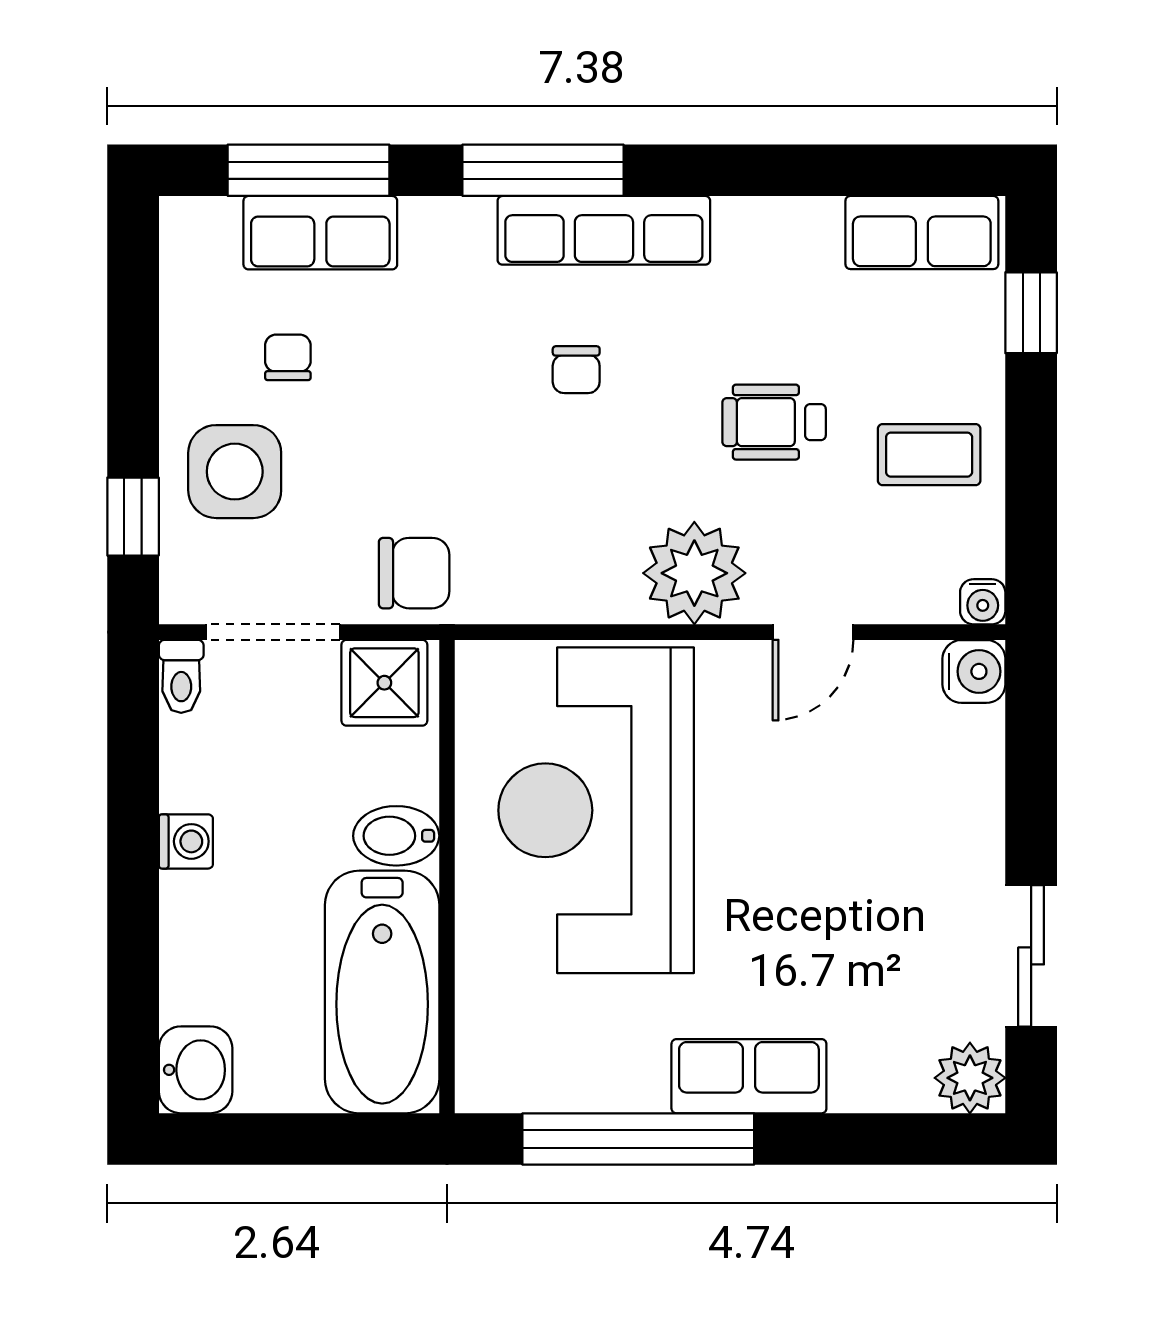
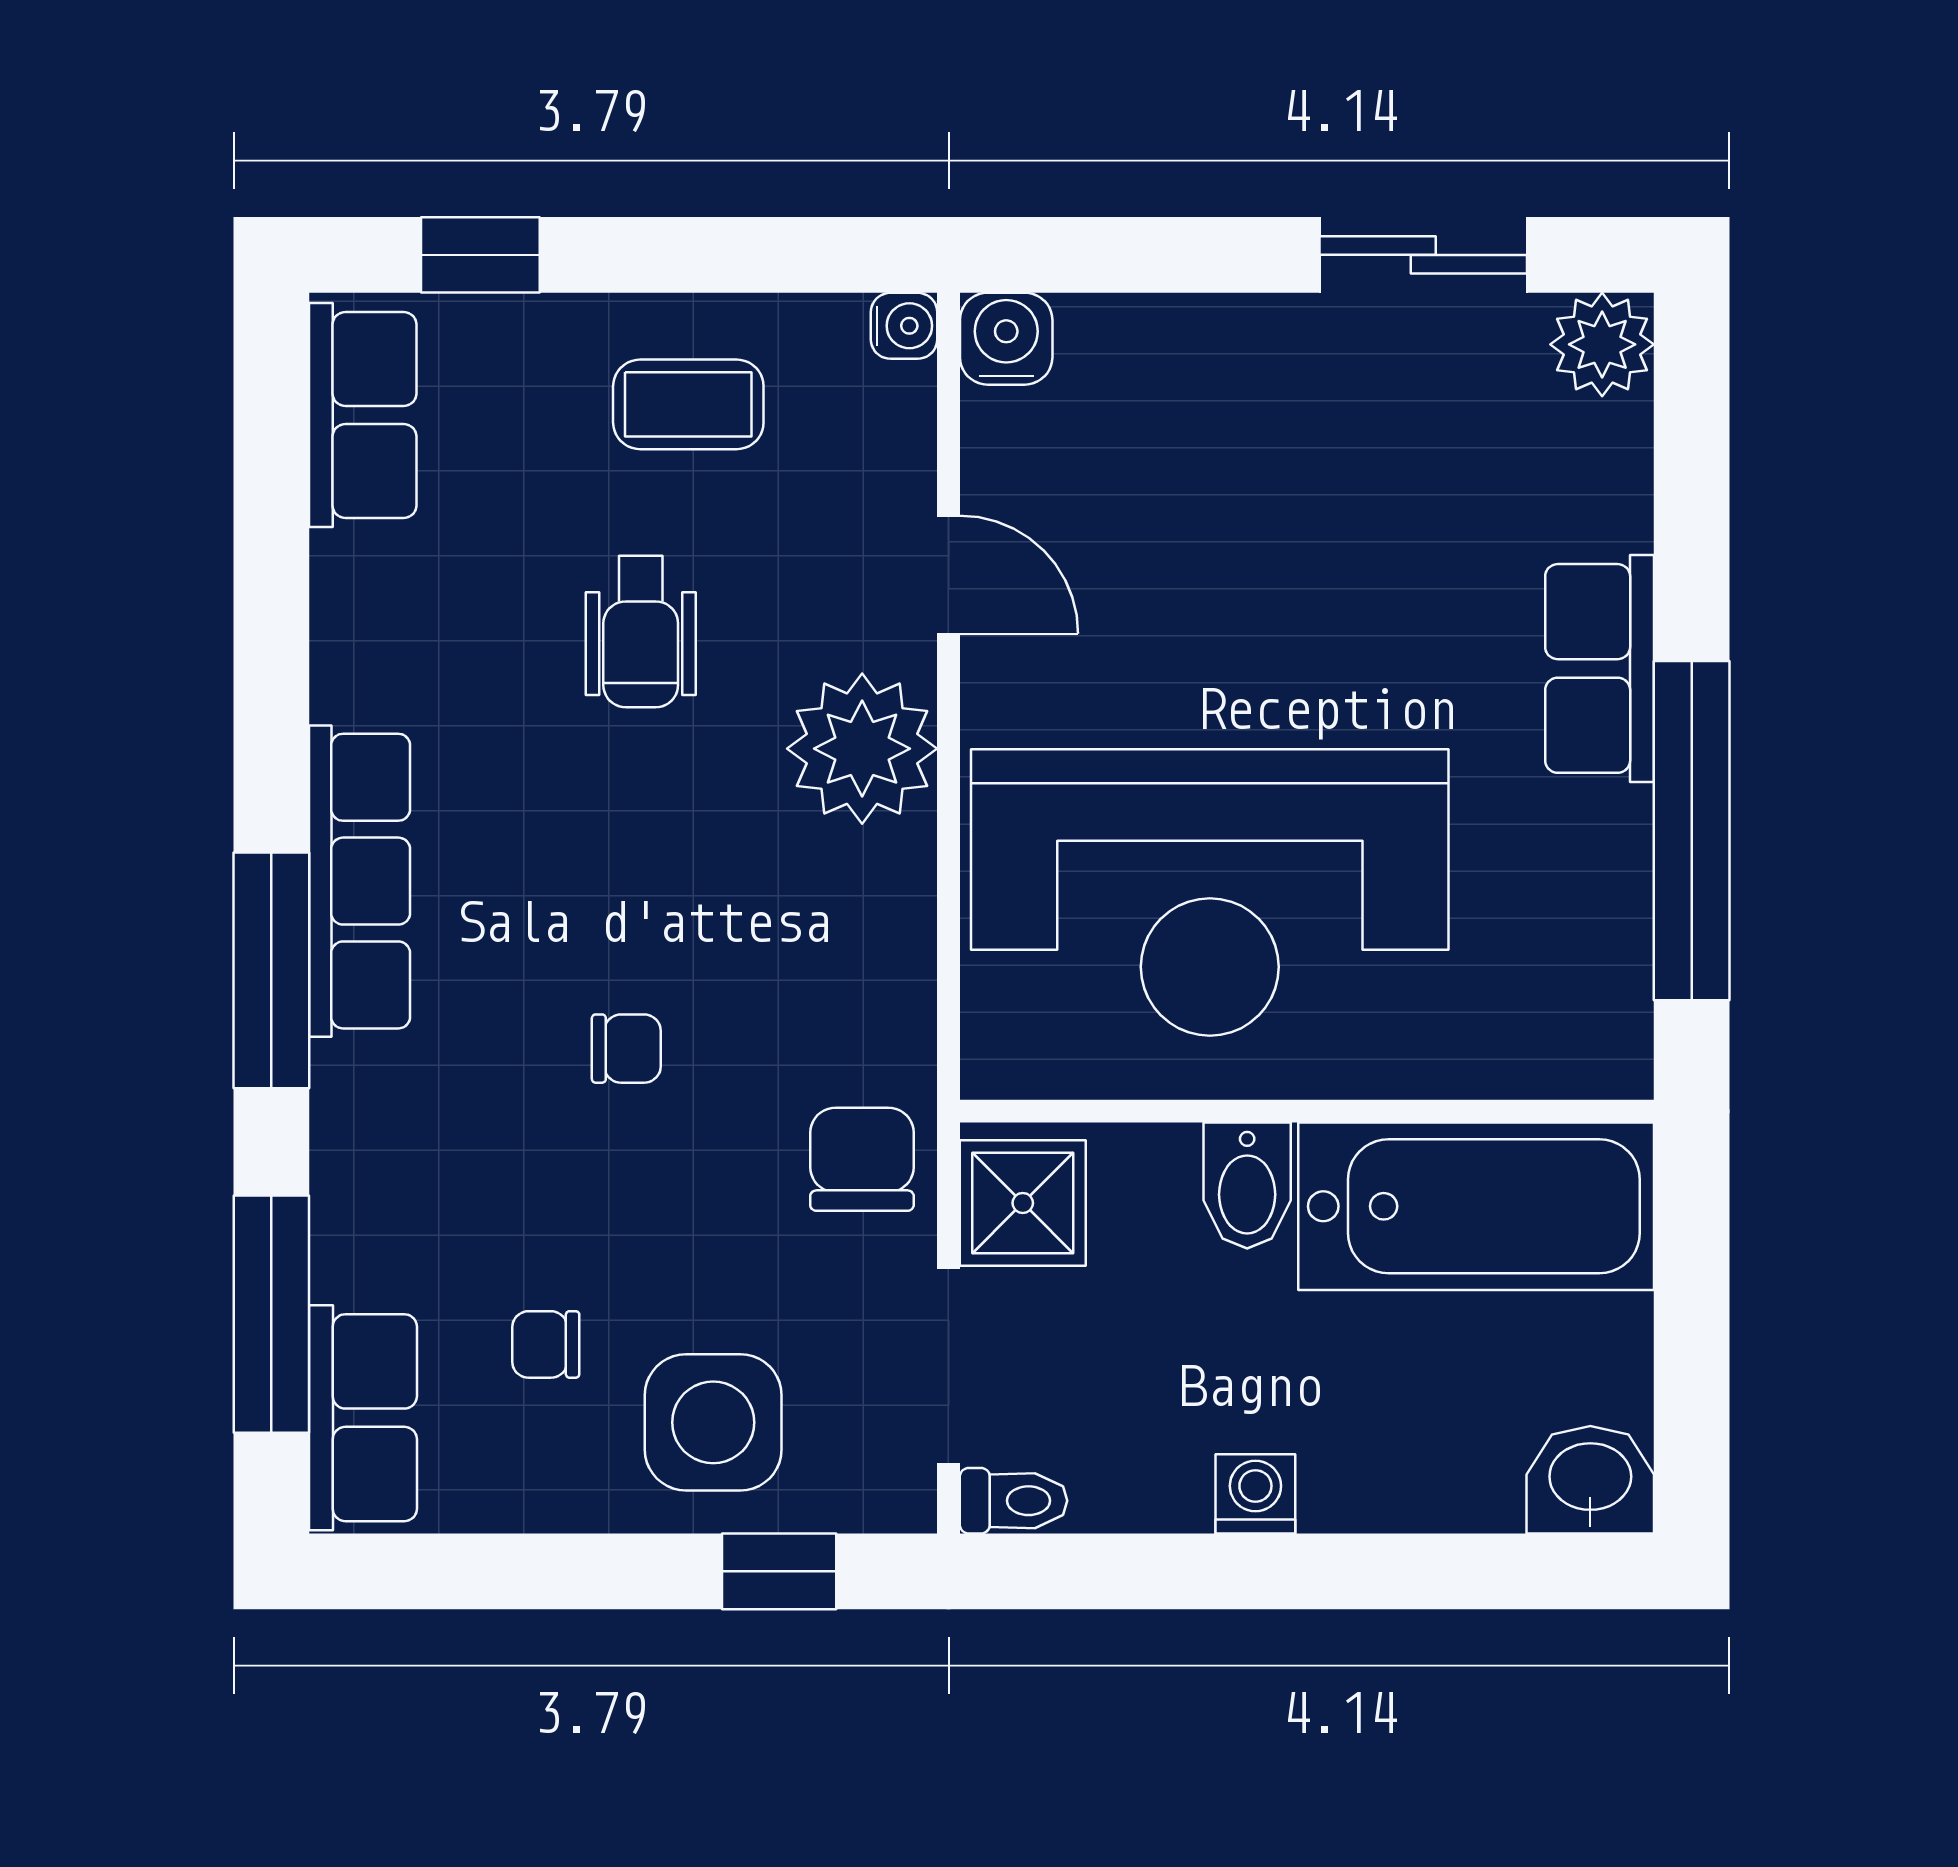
row of seats: (320, 233) -> (363, 1418), moved
chair: (576, 370) -> (626, 1049), moved
coffee table: (929, 455) -> (688, 404), turned 90

